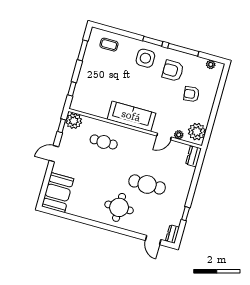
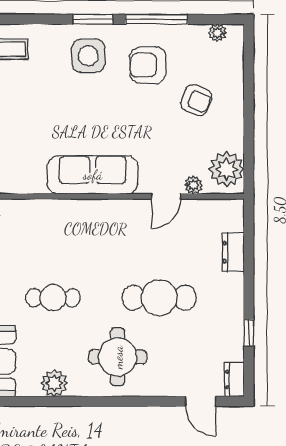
armchair: (191, 94) -> (196, 100), turned -151
cafe table: (104, 142) -> (53, 298), moved
dresser: (193, 156) -> (233, 252), moved
plant: (85, 212) -> (54, 383), added

